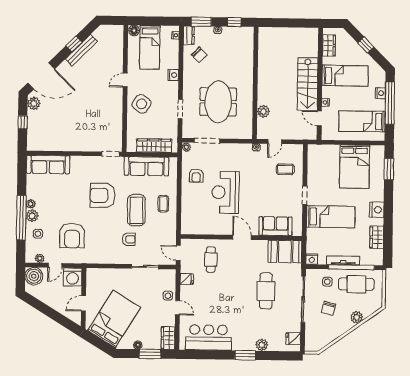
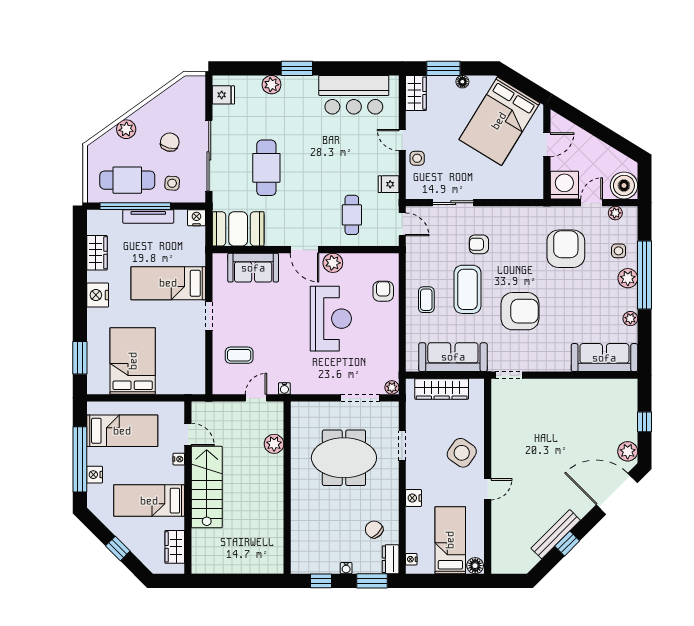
meeting table: (218, 102) -> (344, 458), turned 90
armchair: (196, 176) -> (383, 291), moved
plant: (31, 204) -> (630, 319), moved
plant: (224, 229) -> (333, 263), added

